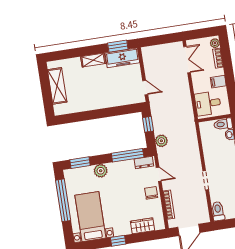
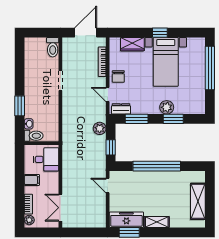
window: (101, 113) -> (157, 166), added
window: (128, 155) -> (137, 119), width x0.69
window: (80, 163) -> (173, 119), moved
window: (63, 200) -> (210, 68), moved
bed with nightstands: (90, 217) -> (166, 62), moved

